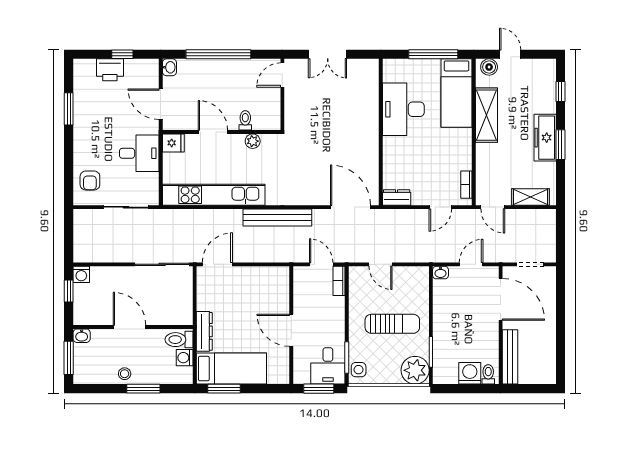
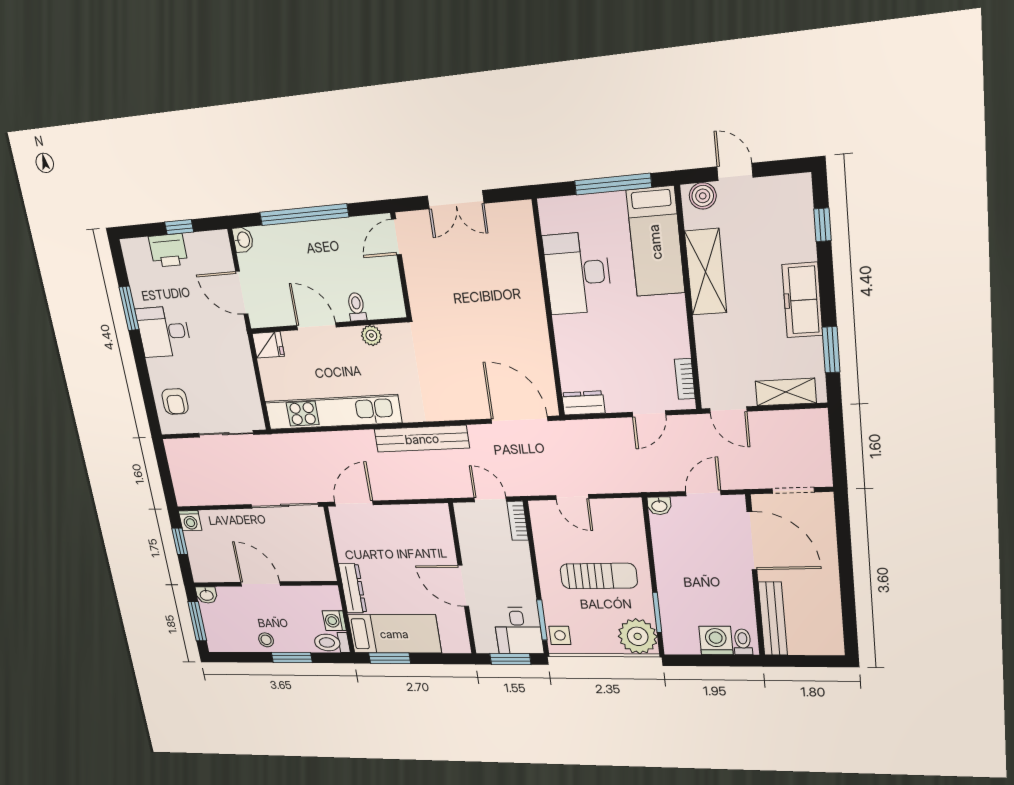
window: (560, 145) -> (831, 350), moved
desk: (139, 153) -> (164, 332), moved, turned 180
toilet: (179, 340) -> (332, 642), moved

